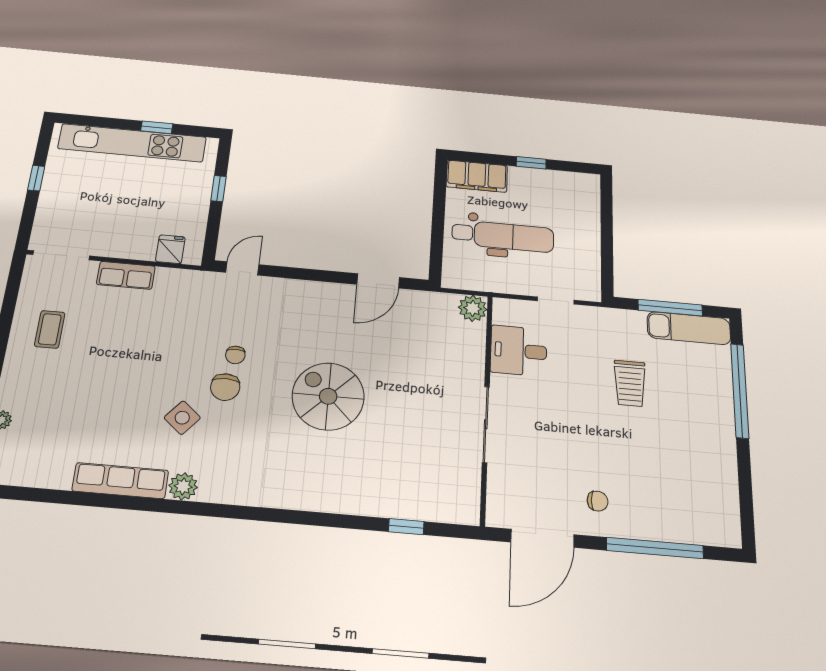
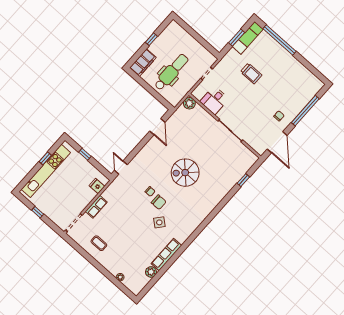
window: (670, 308) -> (237, 38), width x0.69
plant: (183, 486) -> (151, 272), moved

